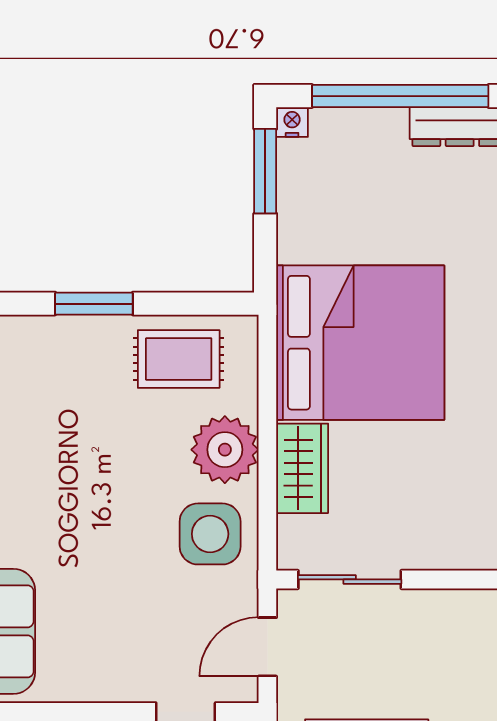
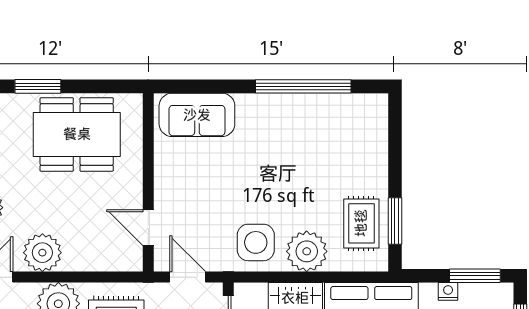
nightstand: (292, 122) -> (448, 291), moved, turned -90
window: (94, 304) -> (395, 221), moved

